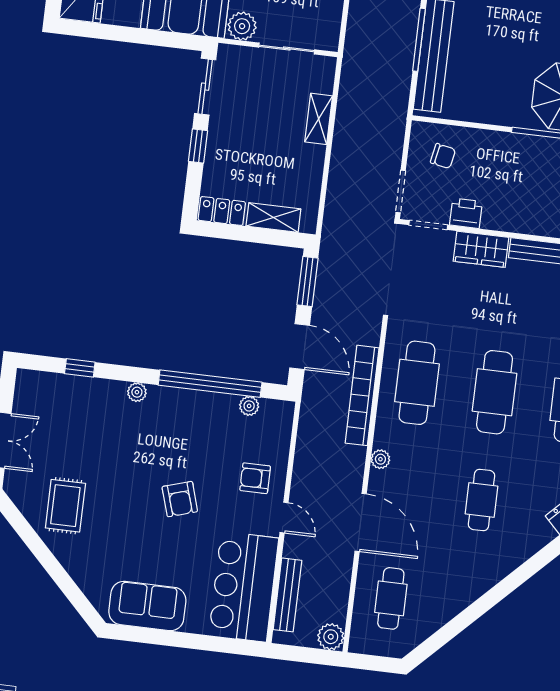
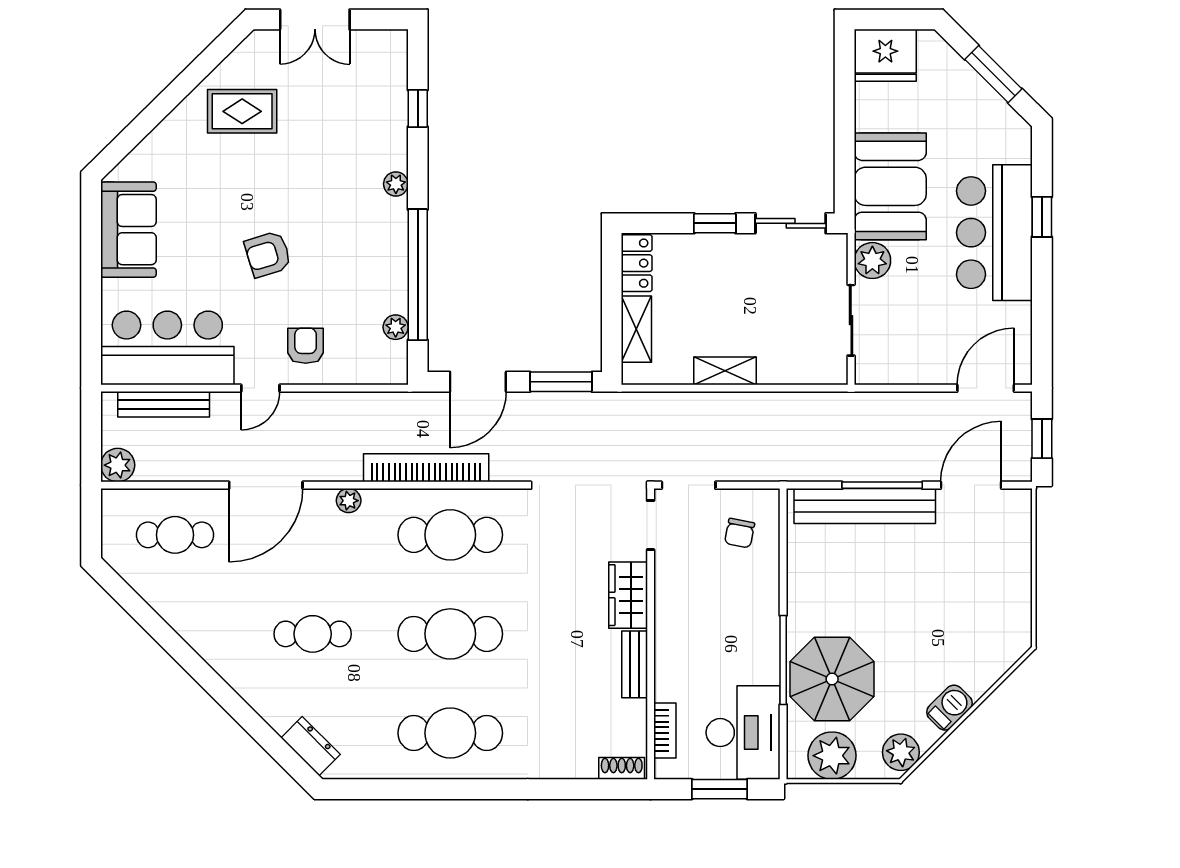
shelving: (319, 119) -> (725, 371), moved
printer: (466, 213) -> (671, 571), removed

